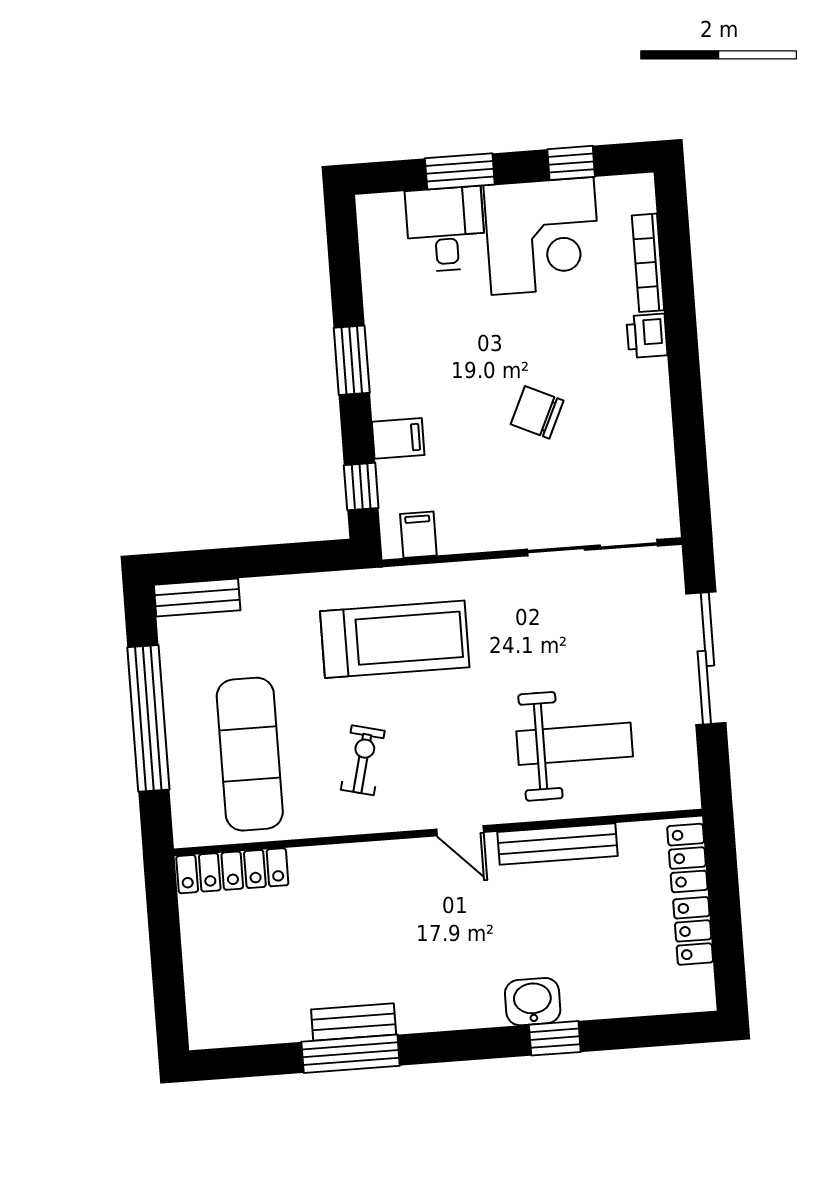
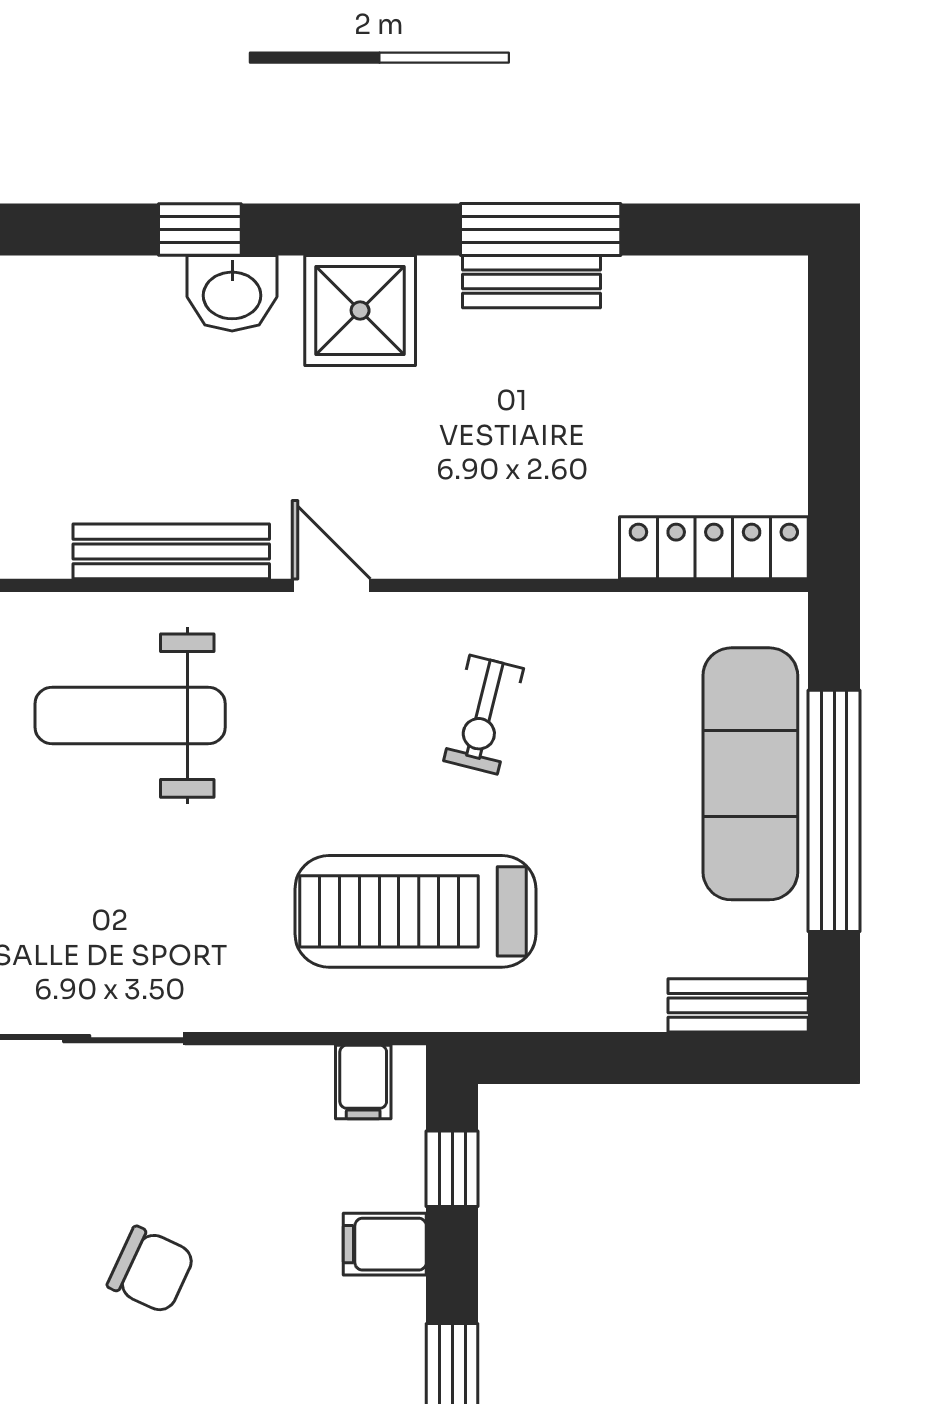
exercise mat: (250, 754) -> (750, 774), moved
shower: (455, 997) -> (360, 310), added

